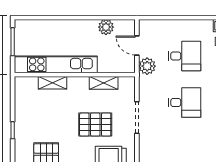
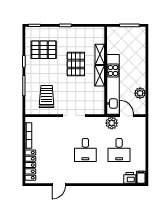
door: (137, 45) -> (127, 116), hinge flipped
kitchen unit: (56, 64) -> (113, 84), moved
shelving: (104, 83) -> (100, 76), moved
pallet: (95, 125) -> (76, 64), moved

